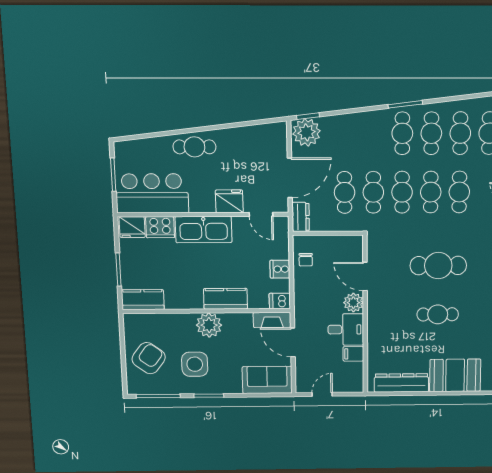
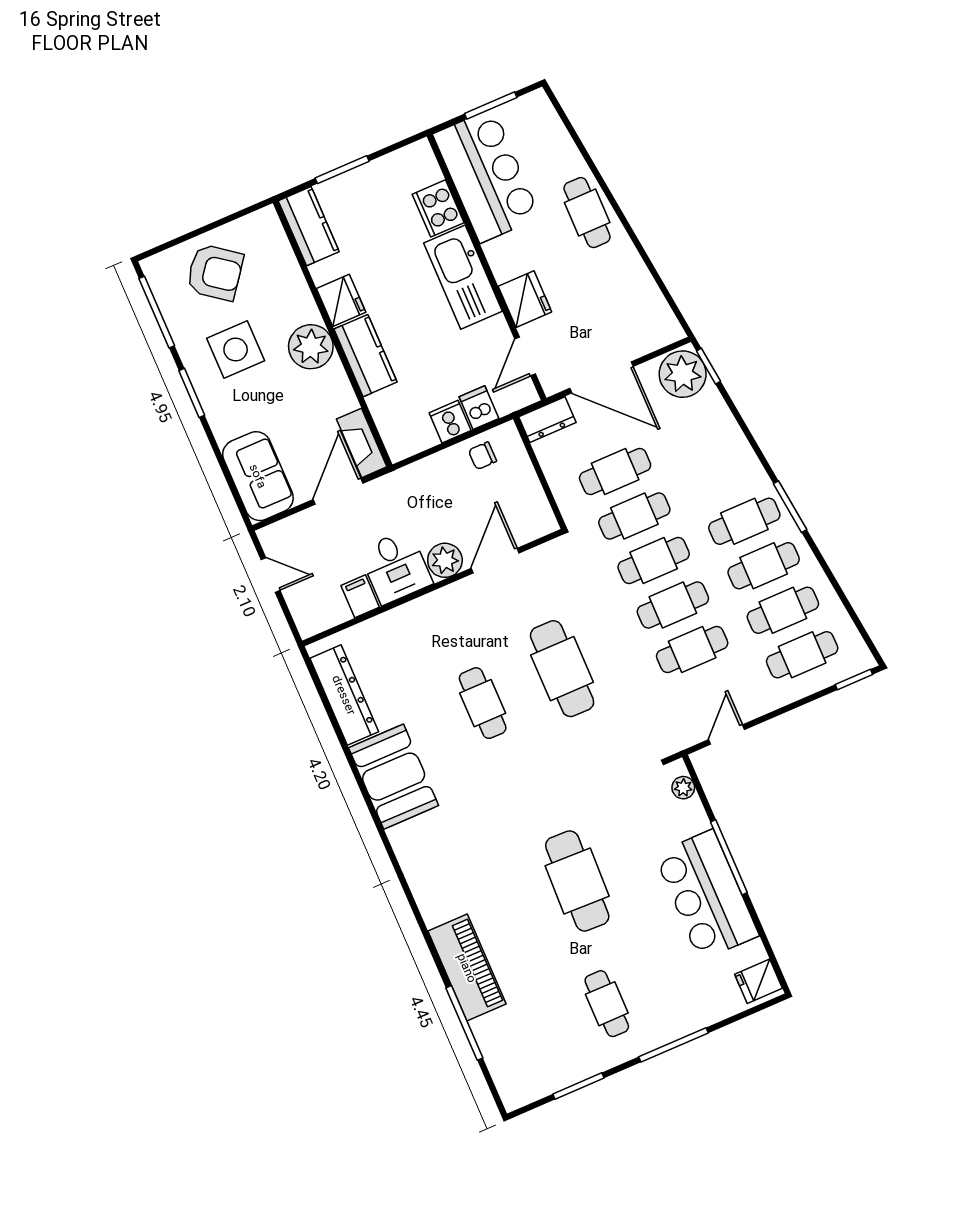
fridge: (132, 227) -> (341, 300), moved, turned 180
dishwasher: (280, 301) -> (479, 408), moved

